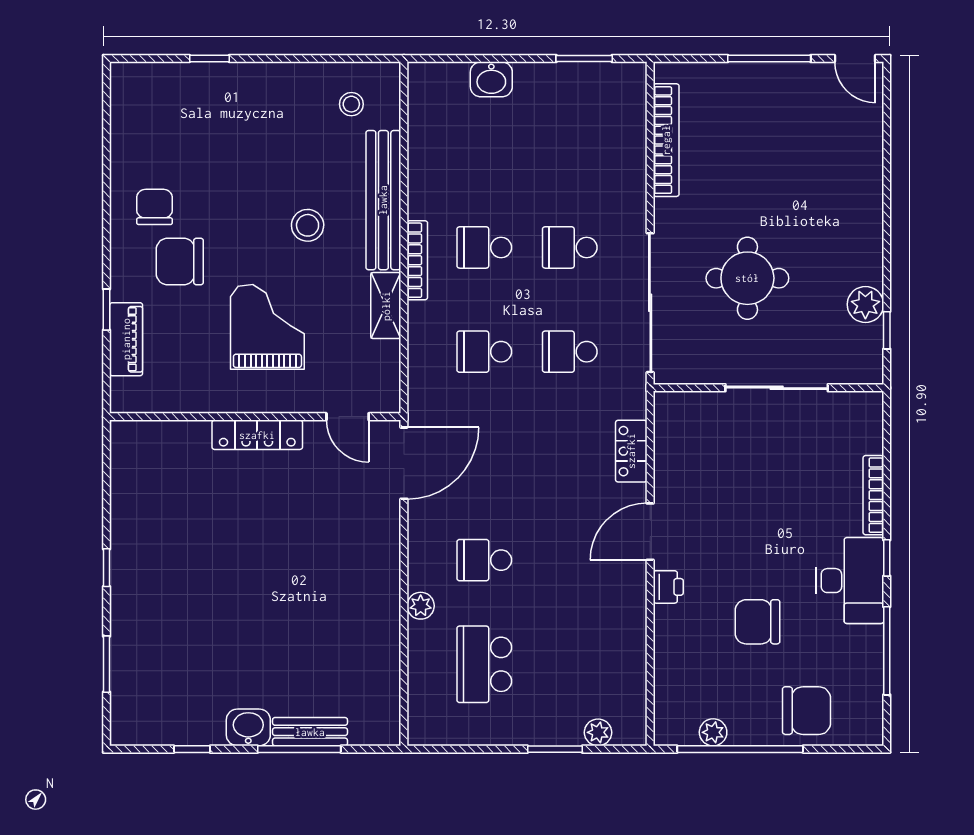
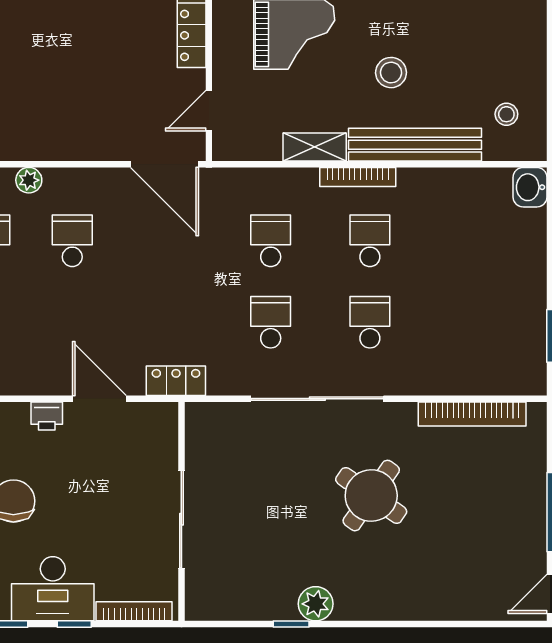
washbasin: (491, 79) -> (530, 187), moved
round table: (747, 278) -> (371, 496), moved, turned 35
wall: (768, 388) -> (181, 511), moved
sliding door: (777, 388) -> (181, 519), moved

